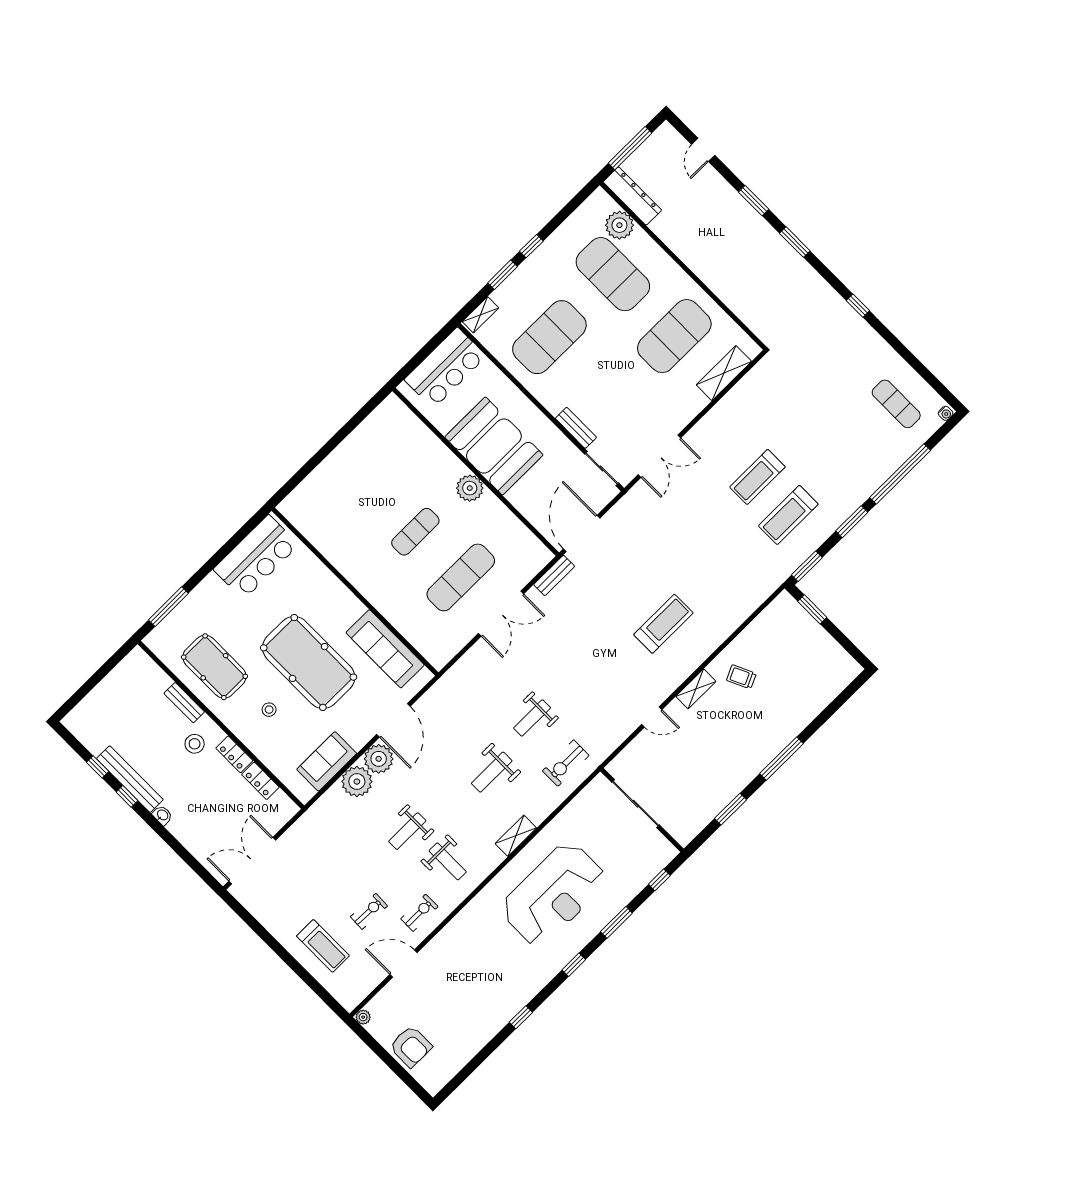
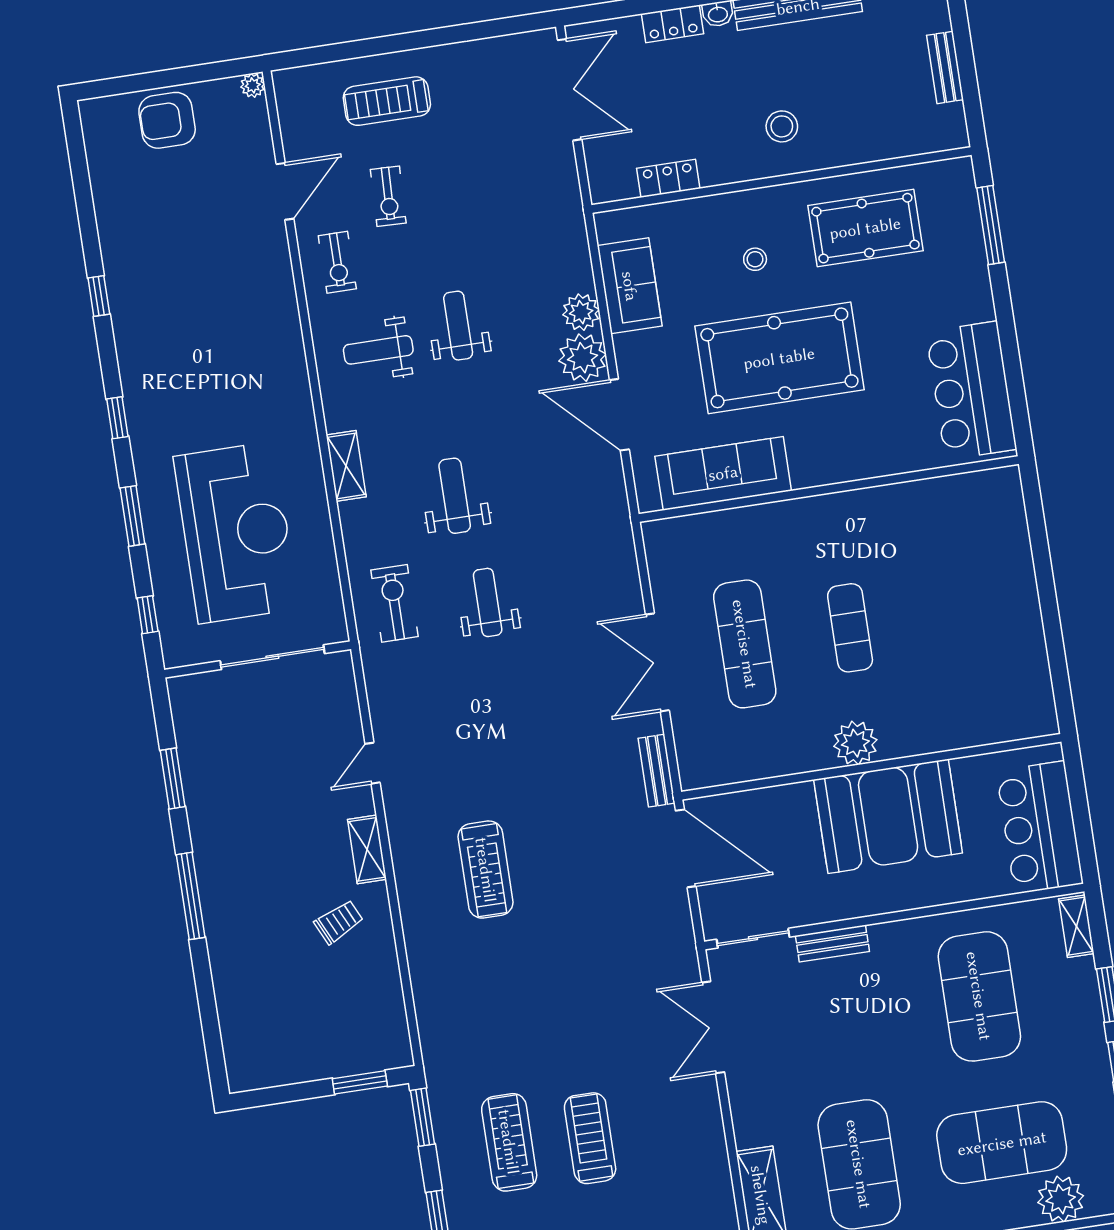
bench: (184, 703) -> (945, 67), moved, turned 90
locker: (234, 754) -> (672, 24), moved, turned 180
plant: (357, 782) -> (581, 312), width x0.73, depth x0.73
reception desk: (554, 894) -> (236, 533), moved, turned 180

